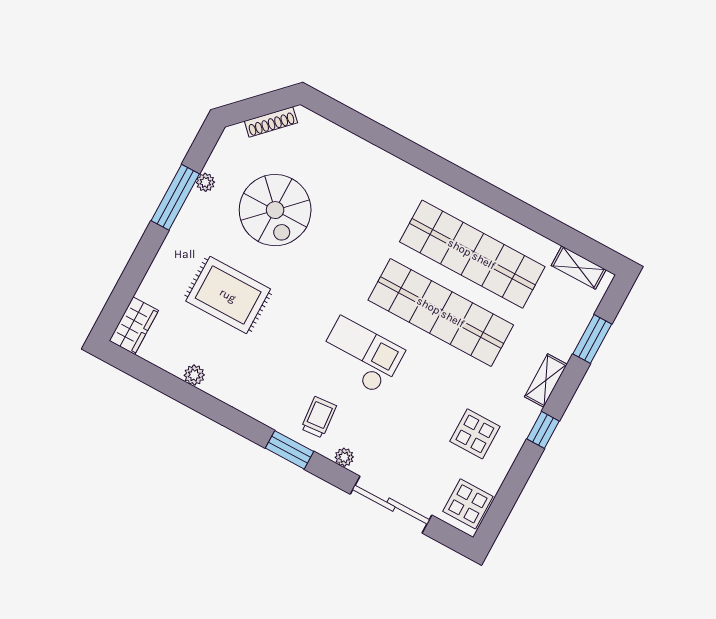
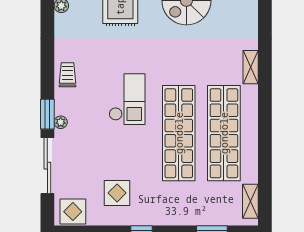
shelving: (546, 381) -> (251, 67), moved, turned 90
trolley: (319, 417) -> (68, 75), moved, turned -85
window: (290, 450) -> (47, 114), moved

